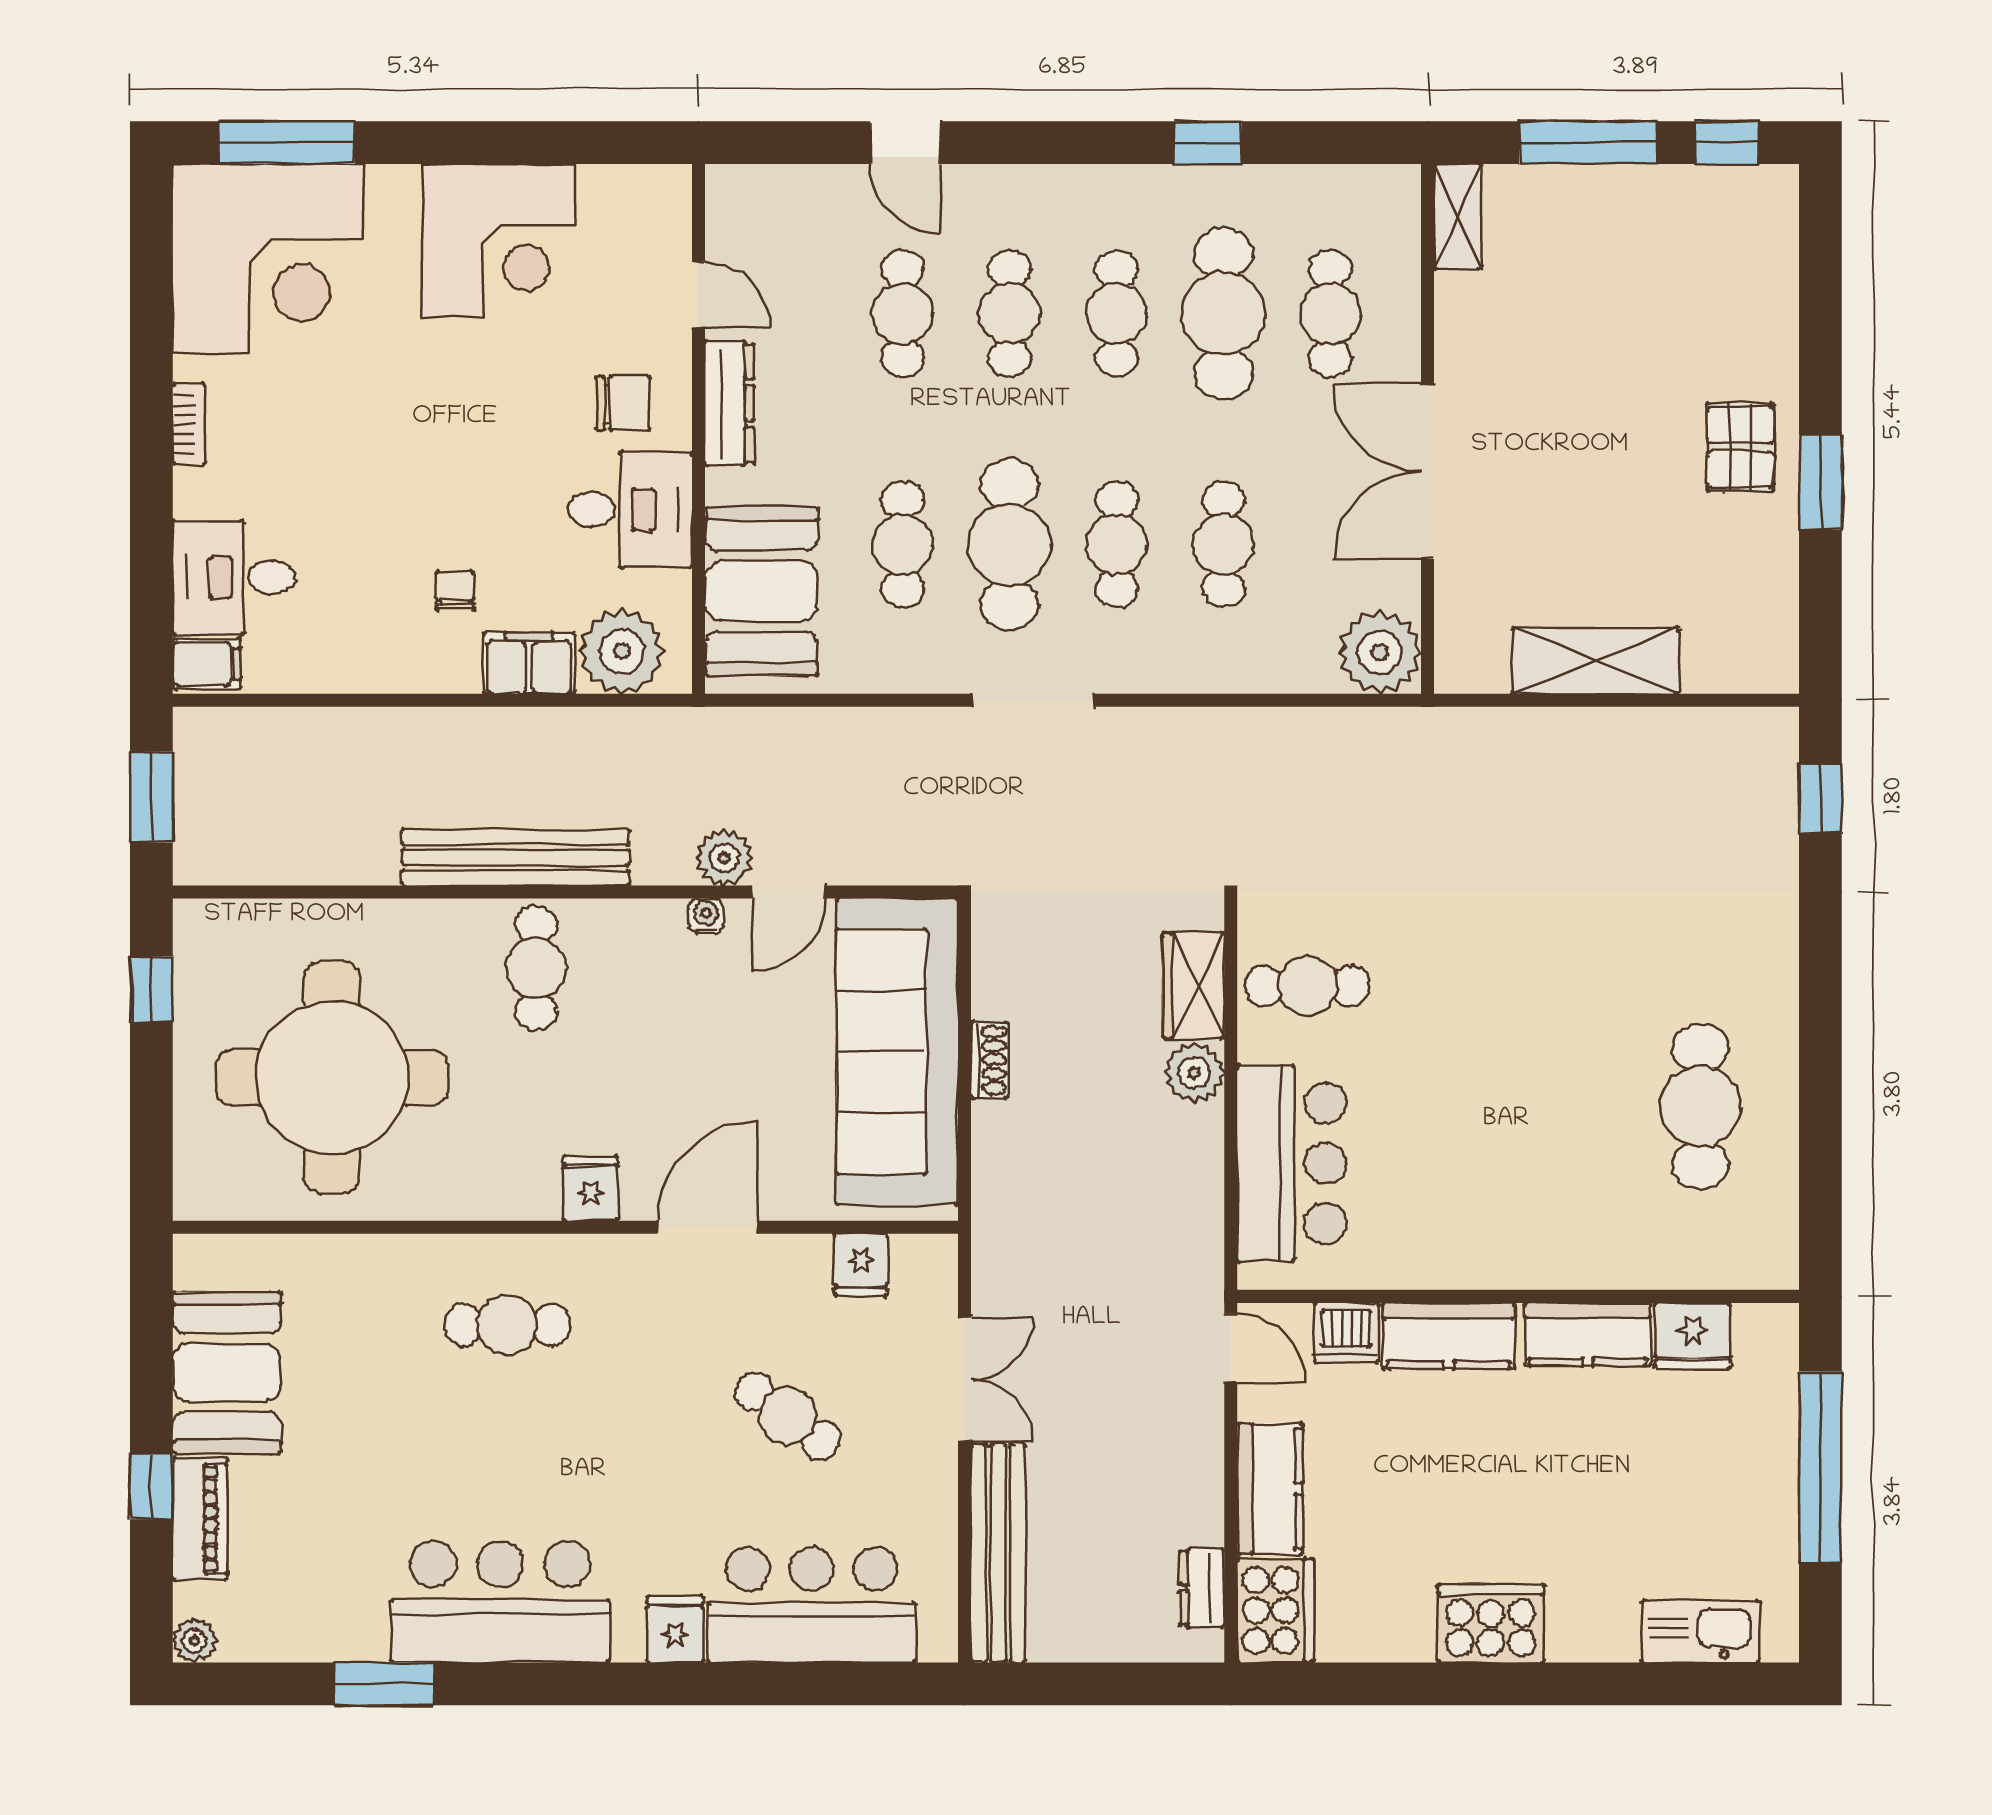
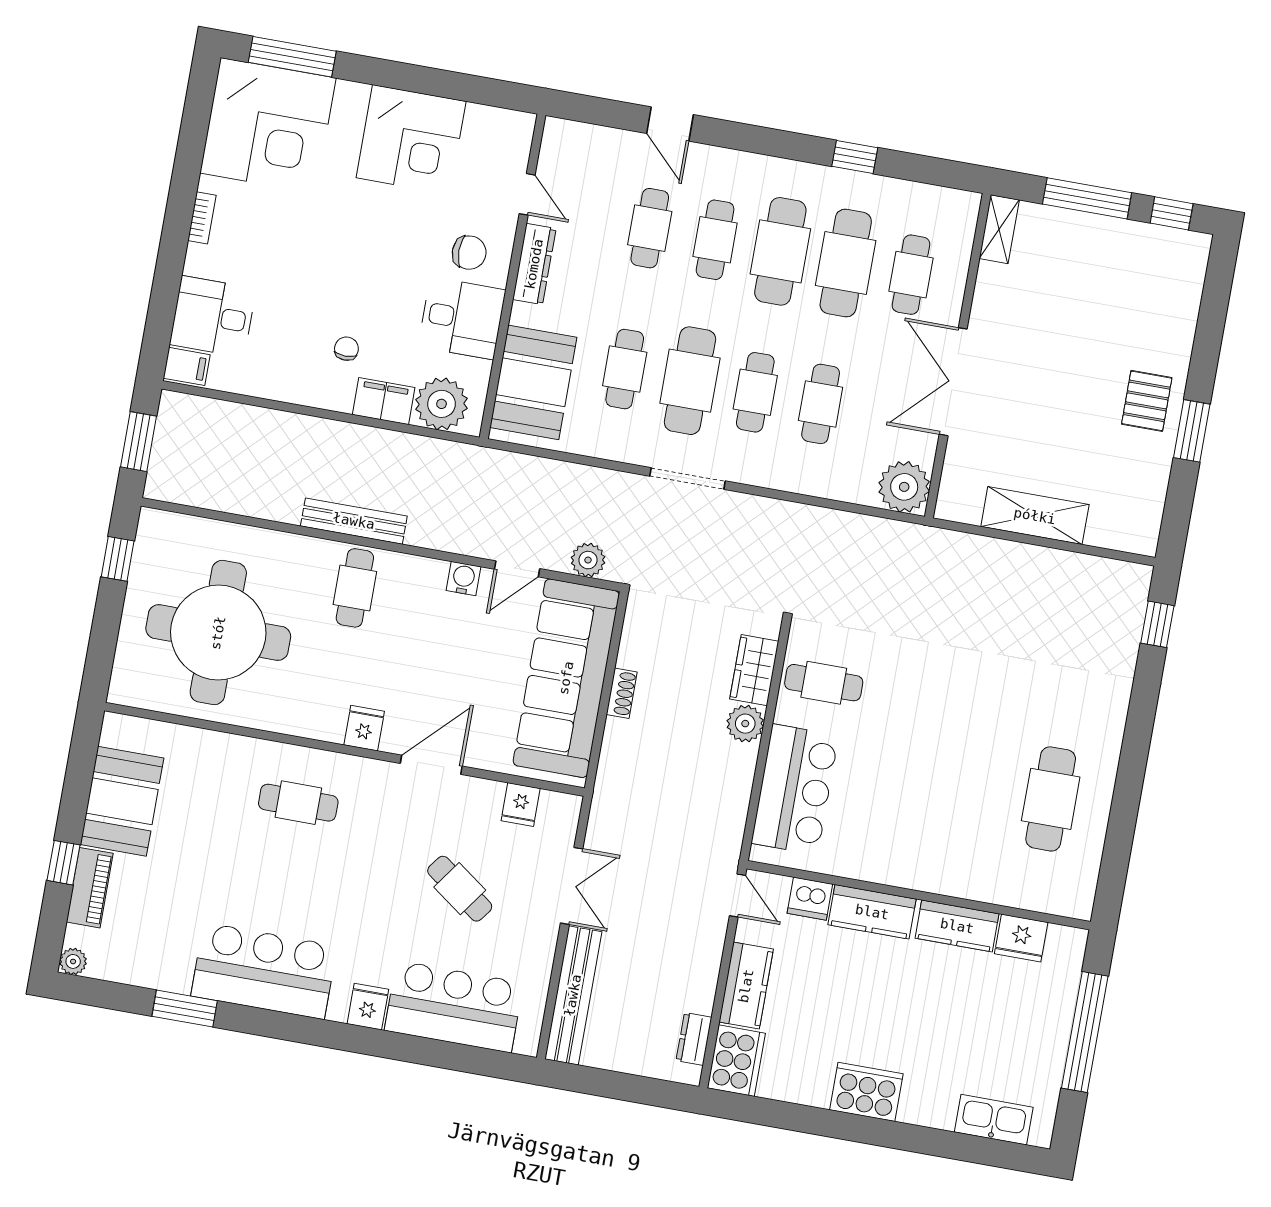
cafe table: (1117, 314) -> (780, 251), width x1.37, depth x1.35
bench: (516, 857) -> (354, 521), width x0.73, depth x0.82
plant: (724, 858) -> (588, 560), moved
water cooler: (706, 916) -> (464, 579), width x1.38, depth x1.38

